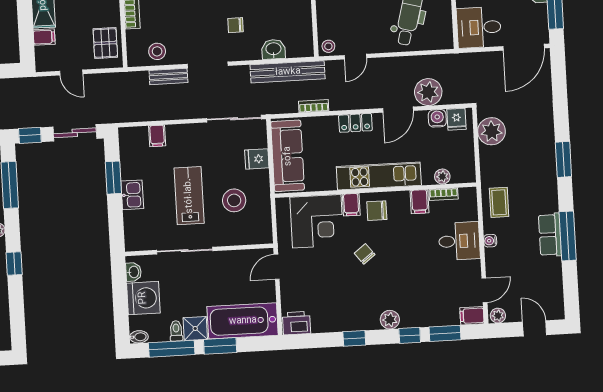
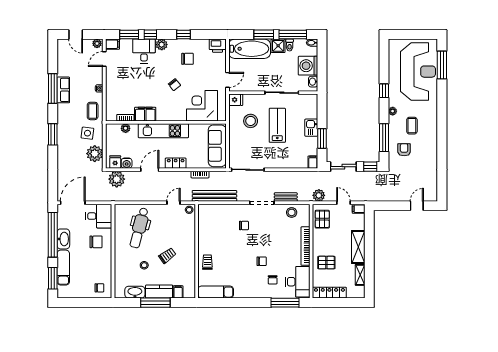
filing cabinet: (44, 37) -> (359, 209), moved
washbasin: (273, 49) -> (222, 210), removed
plant: (113, 82) -> (319, 195), added
plant: (428, 92) -> (117, 179), moved
filing cabinet: (157, 136) -> (313, 162), moved
fridge: (257, 159) -> (236, 100), moved
side table: (505, 165) -> (87, 133), added
lab bench: (189, 196) -> (277, 125), turned 180
filing cabinet: (420, 202) -> (145, 114), width x2.00
filing cabinet: (351, 205) -> (181, 114), removed
chair: (377, 211) -> (188, 59), moved
desk: (459, 241) -> (144, 51), moved, turned 90

